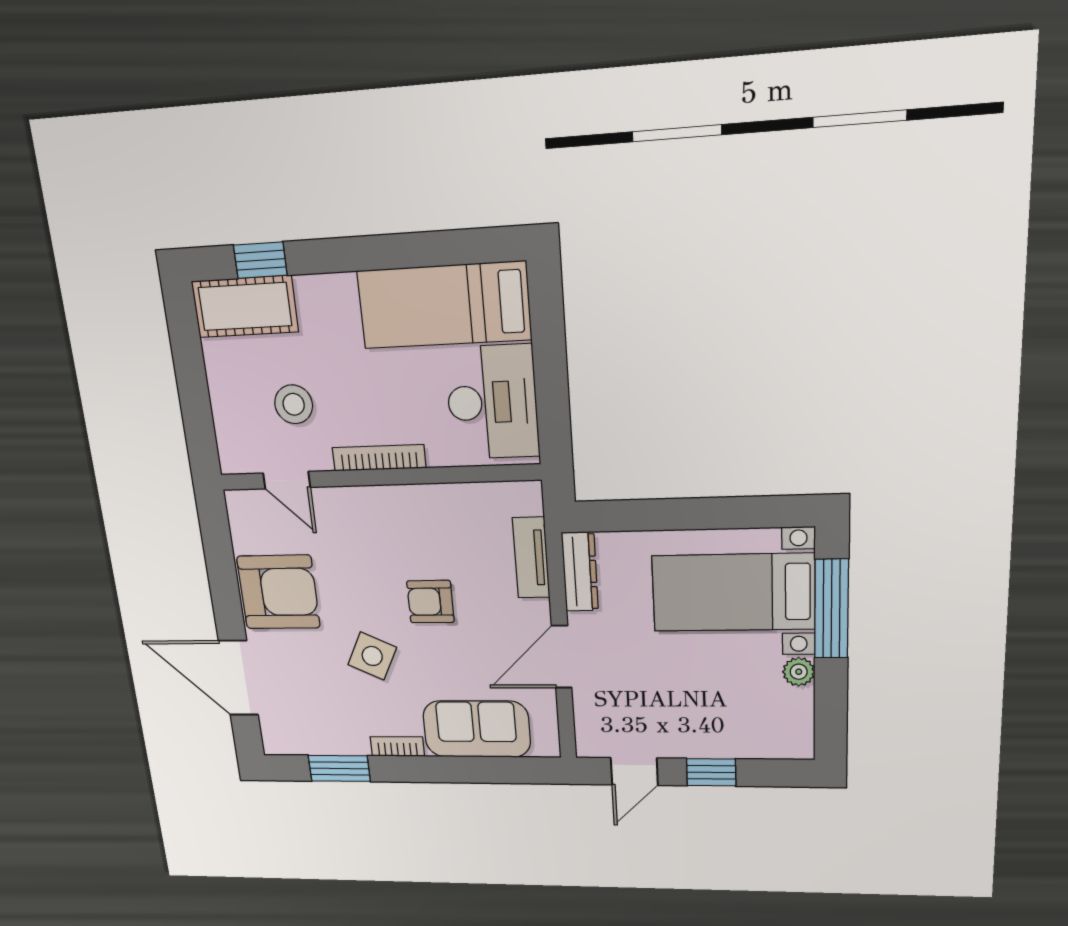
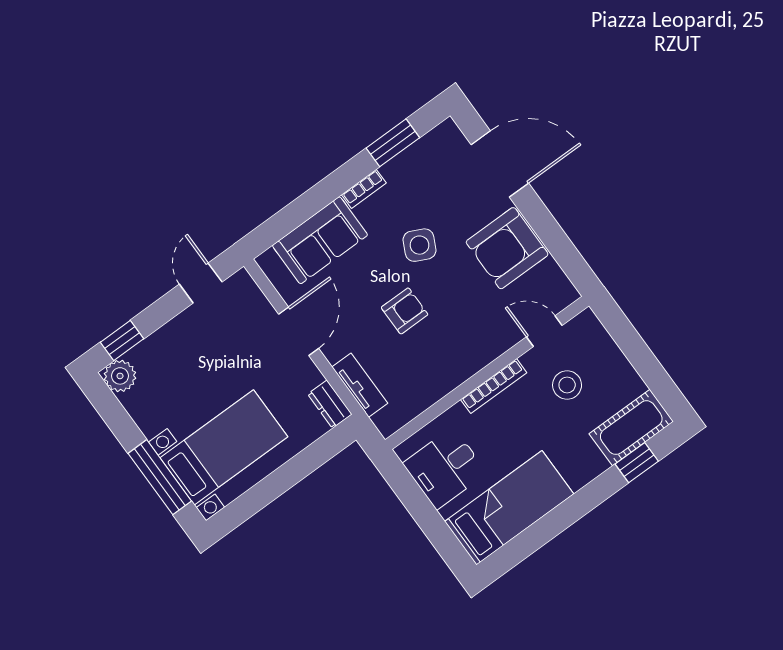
desk: (492, 402) -> (445, 468), width x0.73
dresser: (580, 572) -> (330, 404), width x0.70
plant: (799, 672) -> (120, 376), moved, width x1.38, depth x1.38
window: (711, 772) -> (122, 340), moved

